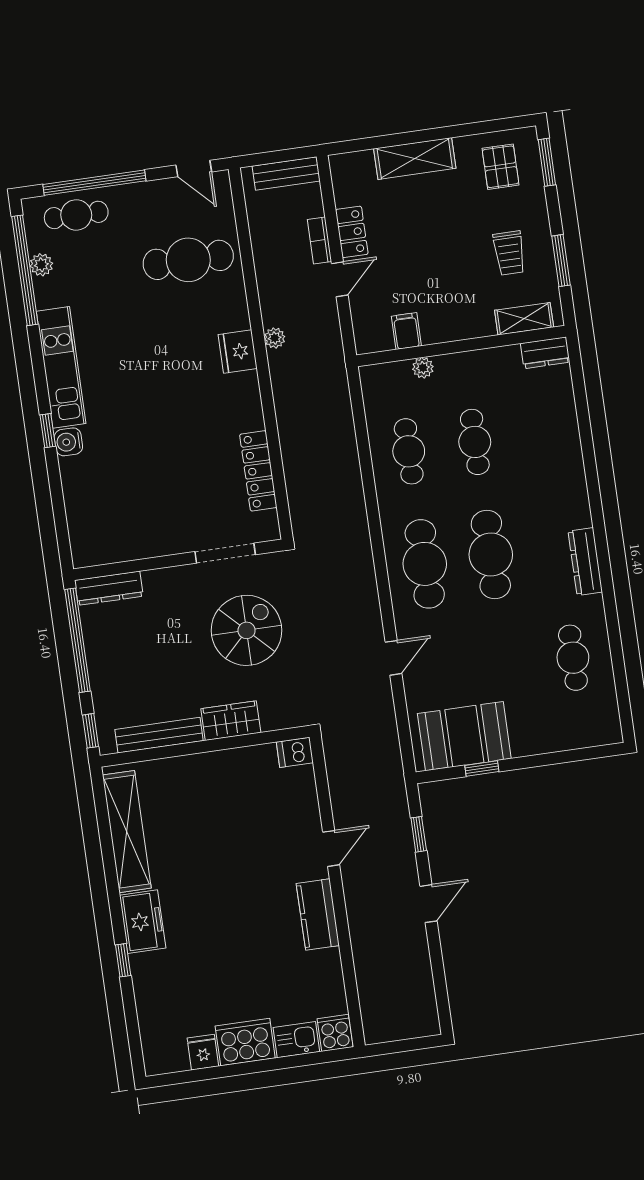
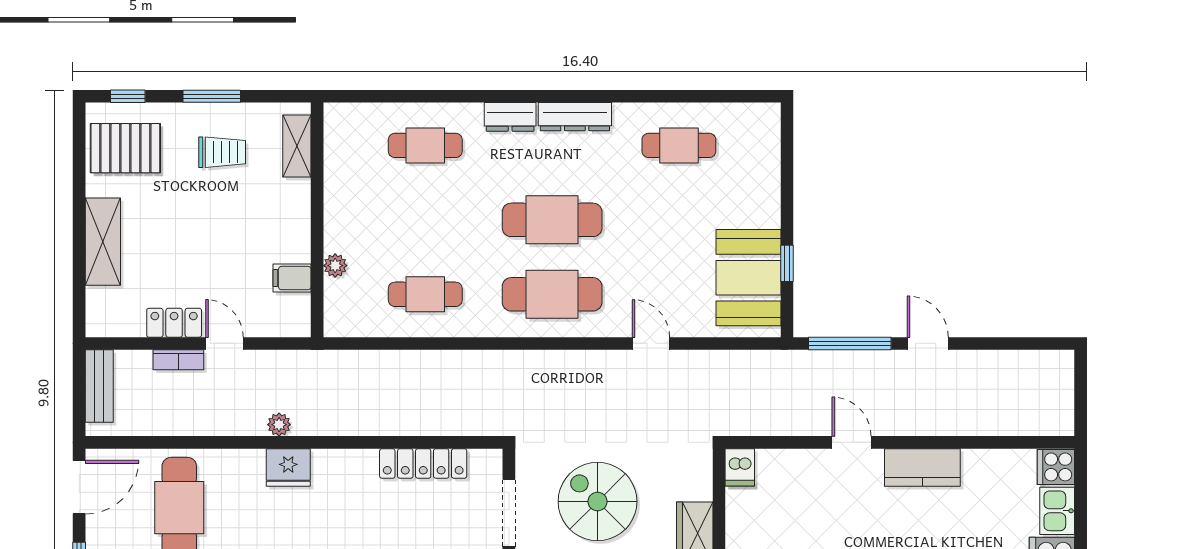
window: (547, 162) -> (128, 96), width x0.67
pallet: (500, 167) -> (125, 148), width x1.50, depth x1.42
door: (194, 168) -> (79, 487), width x1.38
window: (561, 261) -> (212, 96), moved
dresser: (545, 353) -> (510, 117), moved, turned 90
cafe table: (475, 442) -> (425, 145), moved
window: (419, 834) -> (850, 343), width x2.17

